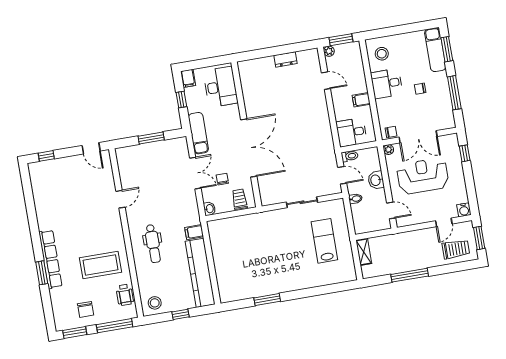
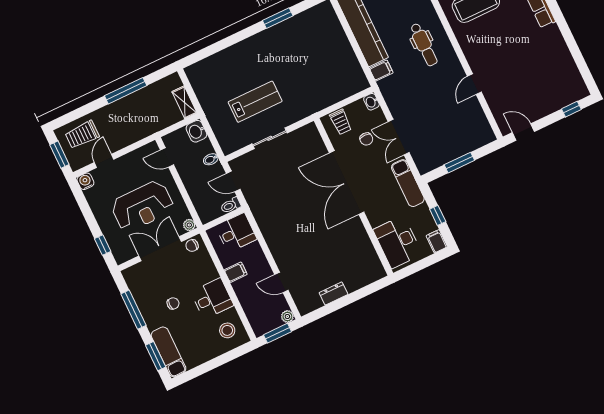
washbasin: (376, 180) -> (196, 131), moved, turned 180
lab bench: (324, 241) -> (255, 102), moved, turned -90
dental chair: (153, 244) -> (424, 45), turned 180

